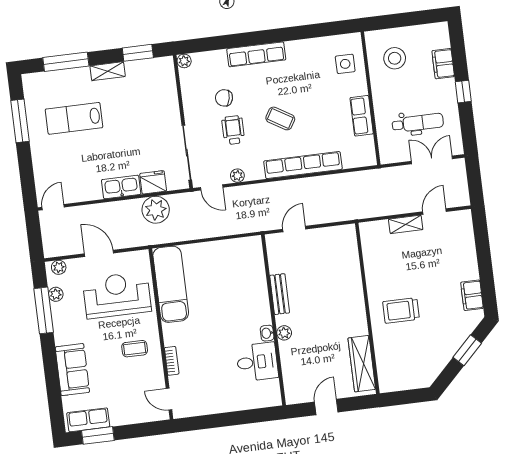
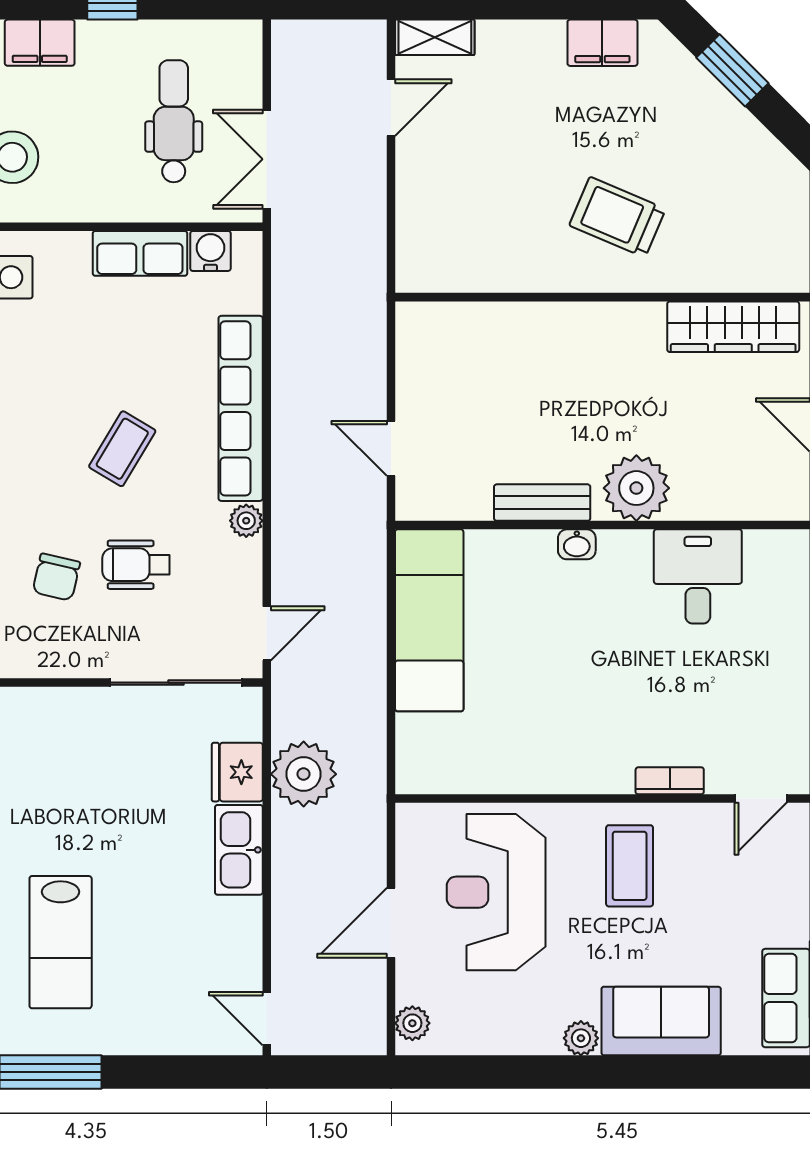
water cooler: (366, 145) -> (210, 251), added
double door: (432, 160) -> (267, 159), moved
plant: (237, 176) -> (246, 521), moved
door: (434, 212) -> (391, 108), swing flipped
shelving: (406, 224) -> (435, 37), moved, turned 90
exam couch: (171, 284) -> (429, 620), moved, turned 90
plant: (56, 294) -> (581, 1038), moved
window: (44, 310) -> (511, 1072), removed
trolley: (401, 310) -> (618, 217), turned 113
washbasin: (267, 333) -> (577, 544), moved
plant: (284, 333) -> (636, 488), width x1.88, depth x1.88
coffee table: (135, 349) -> (630, 866), width x1.36, depth x1.30

